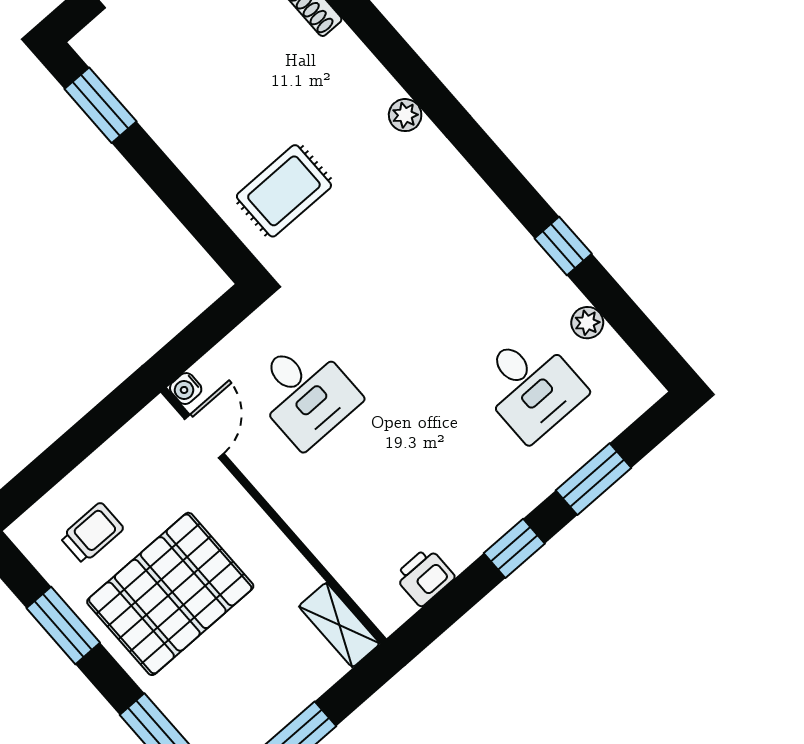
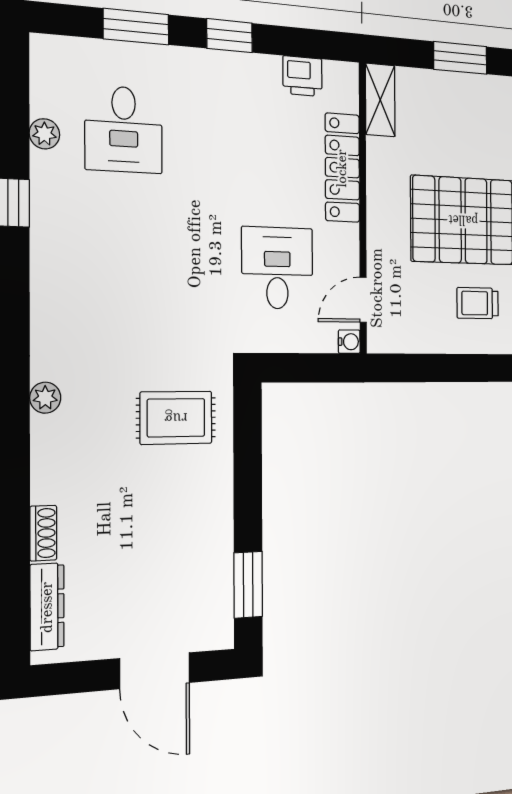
desk: (530, 386) -> (124, 129), turned 180
locker: (322, 533) -> (342, 168), added

